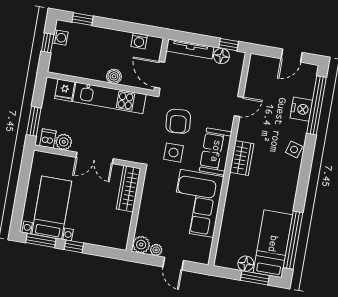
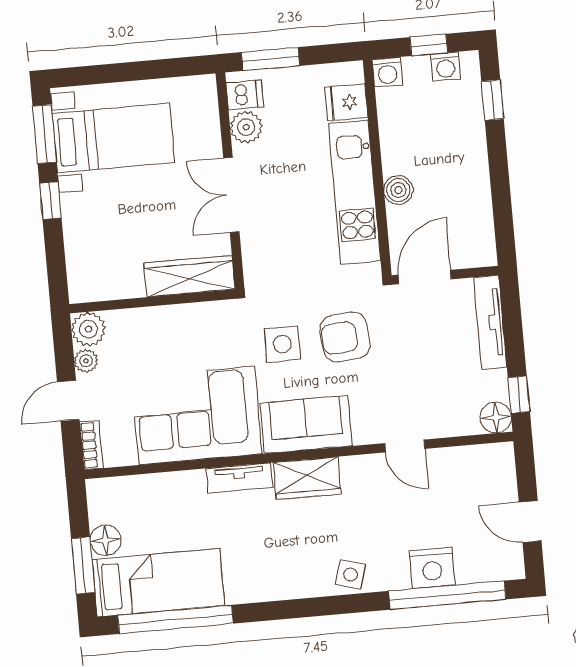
washing machine: (139, 41) -> (387, 72), moved, turned -90
floor lamp: (222, 56) -> (496, 418), moved
tv unit: (233, 191) -> (239, 478), added
bookcase: (198, 258) -> (91, 445), added

